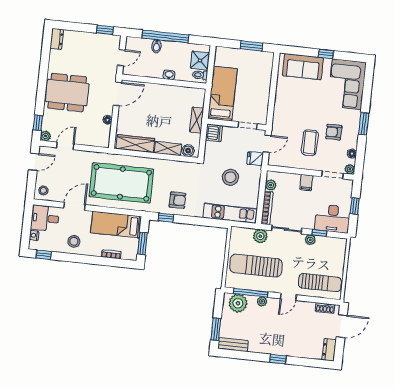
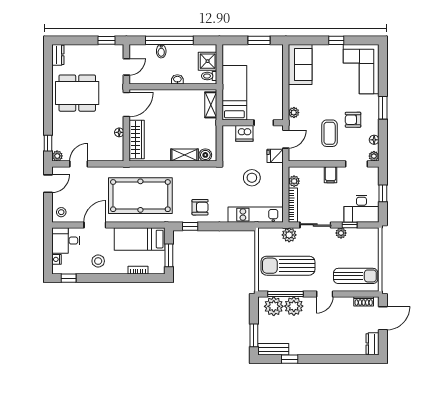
sofa: (303, 67) -> (300, 64), moved, turned -90
dining table: (67, 93) -> (77, 93), moved
plant: (278, 119) -> (294, 113), added
shelving: (197, 120) -> (211, 105), moved
dishwasher: (214, 133) -> (244, 133), moved, turned 90
wardrobe: (135, 144) -> (137, 140), moved, turned 90
plant: (262, 301) -> (294, 306), width x1.88, depth x1.88
window: (278, 359) -> (290, 359), moved

